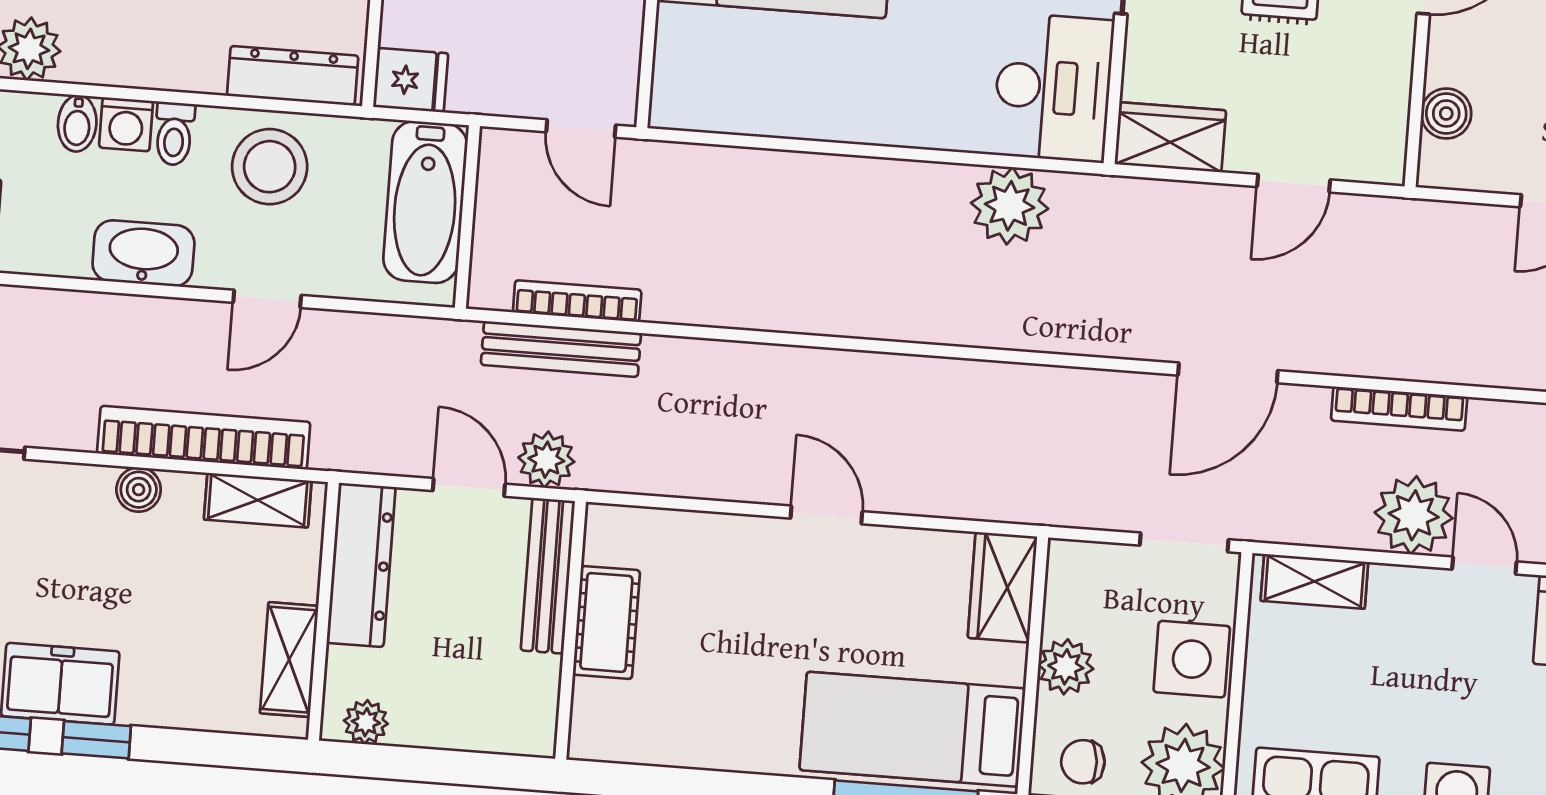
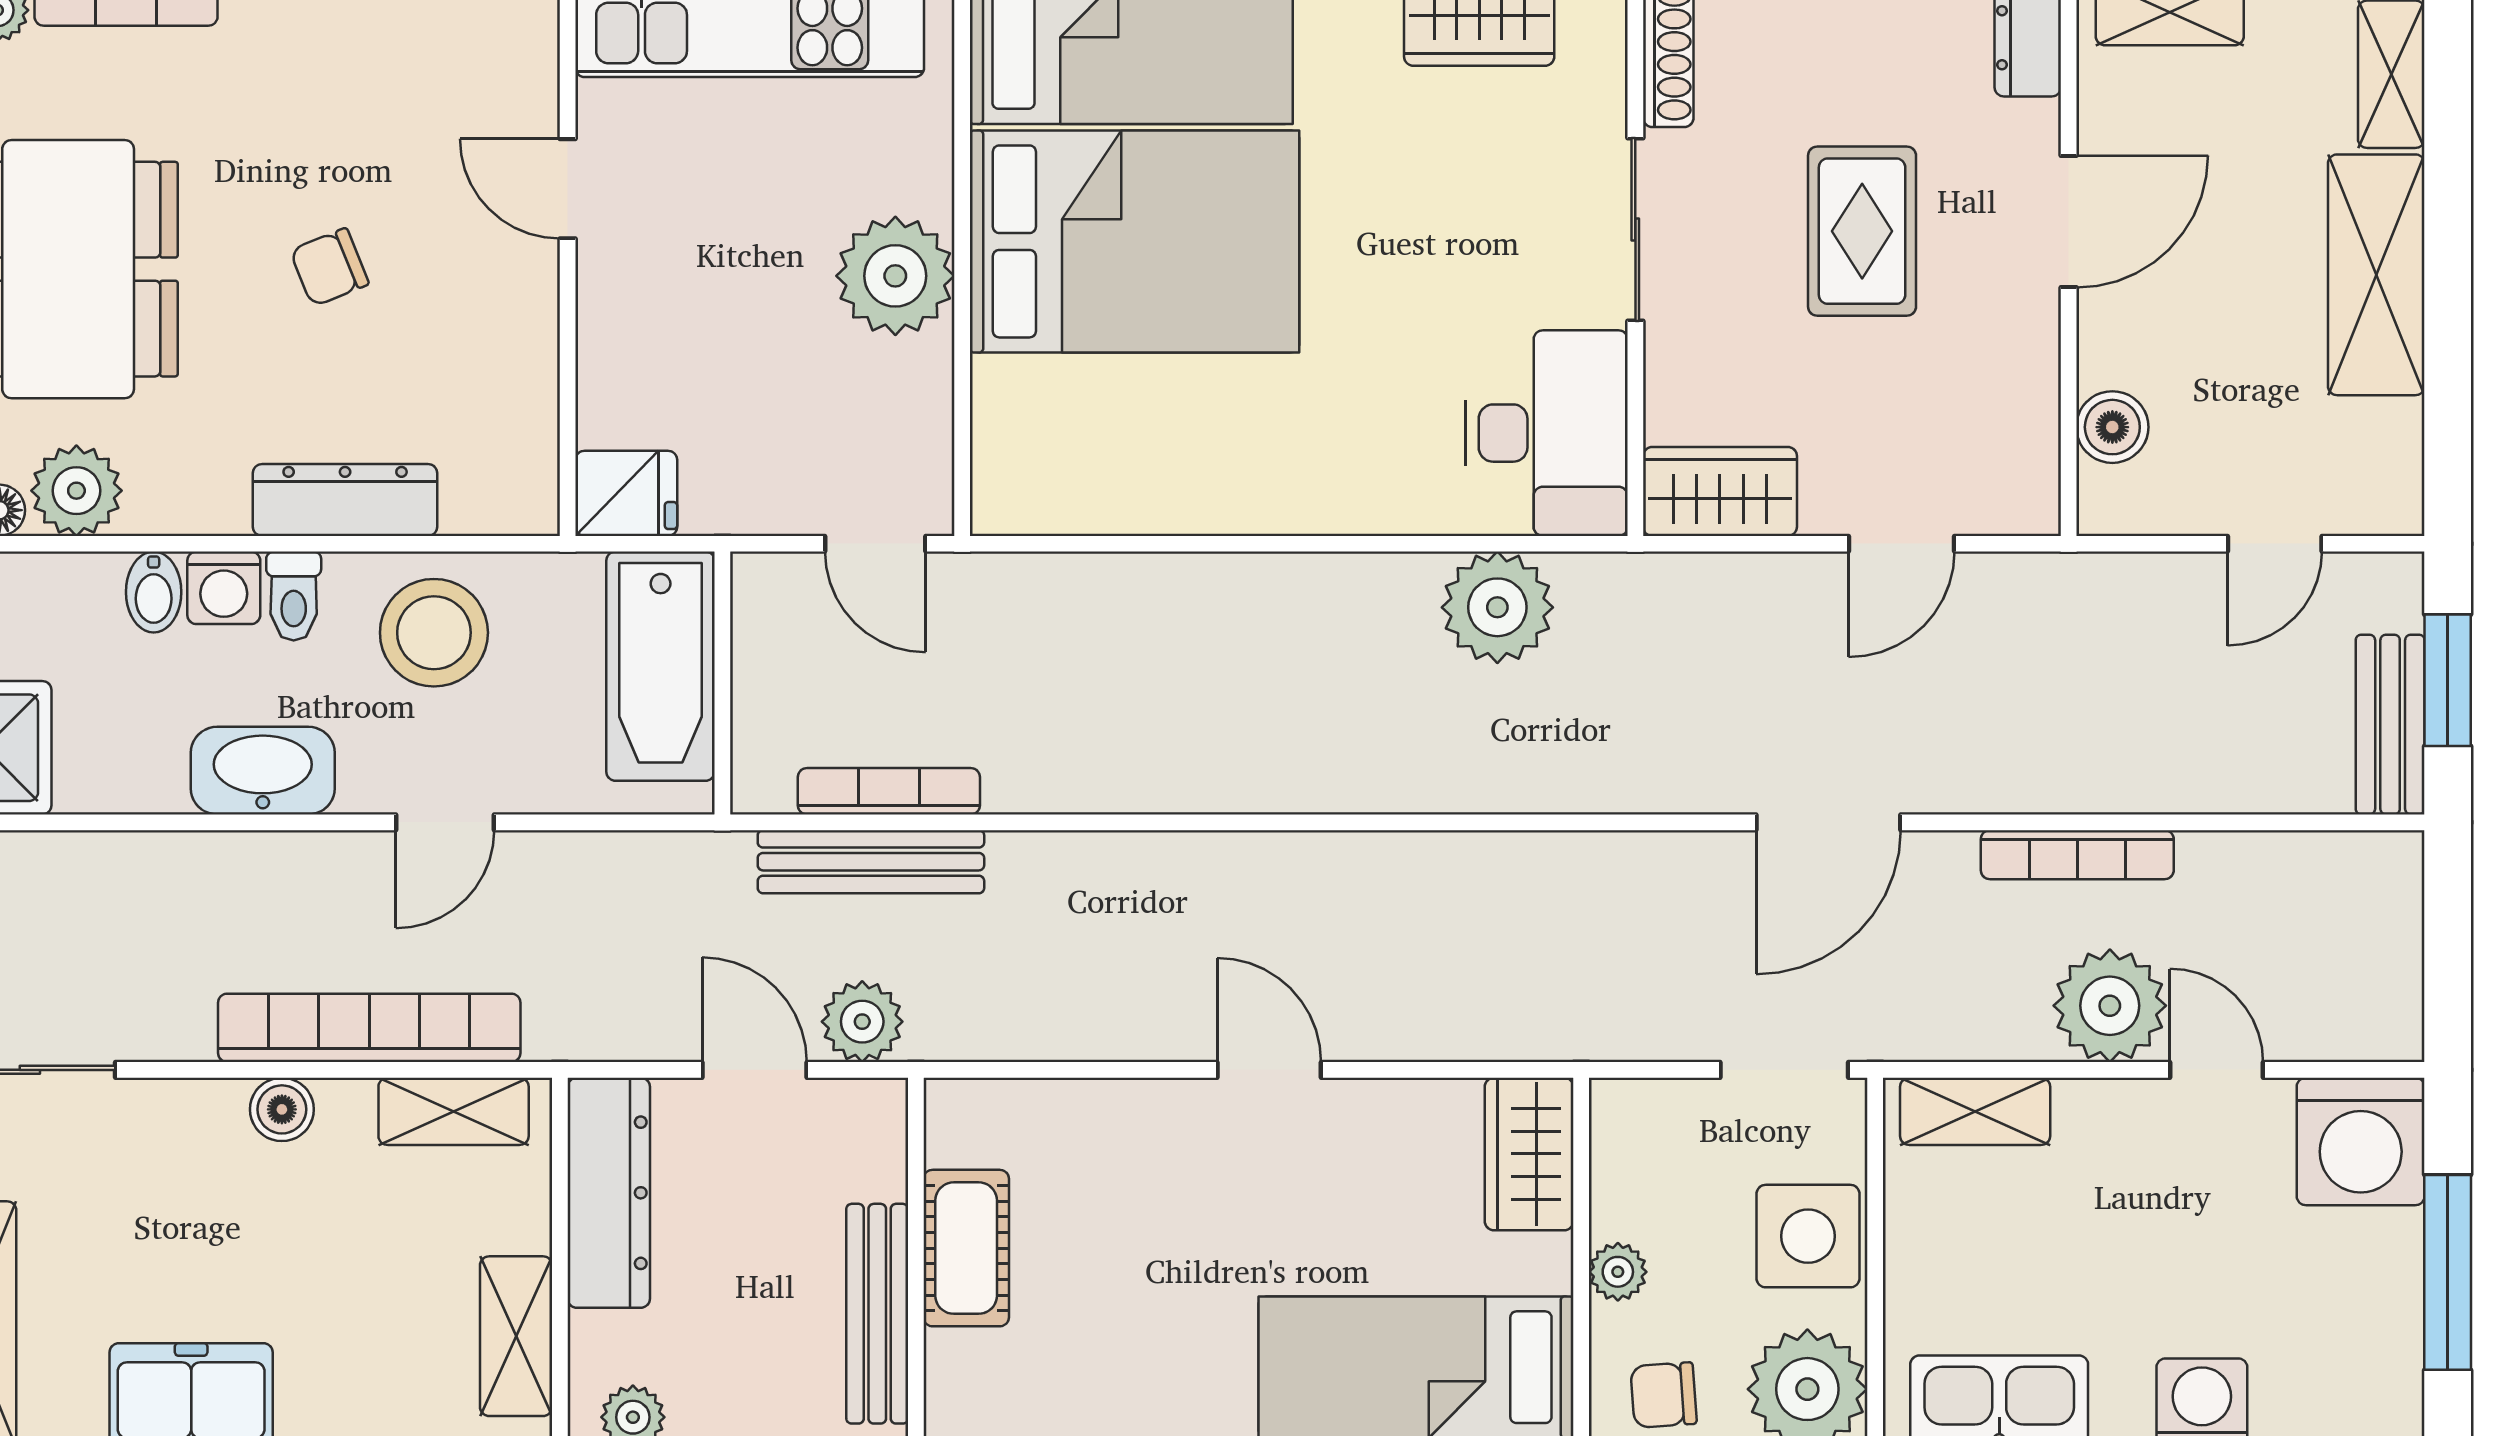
dresser: (293, 76) -> (345, 500), moved
bench: (548, 576) -> (877, 1314), moved
plant: (1066, 667) -> (1618, 1272), width x0.73, depth x0.73

